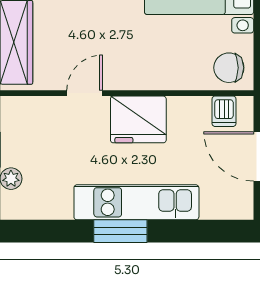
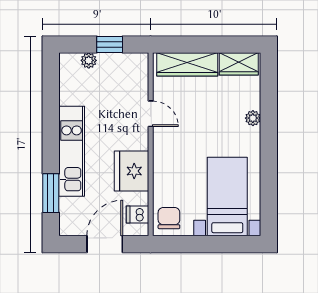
fridge: (138, 119) -> (131, 171), moved
window: (120, 231) -> (51, 193), moved

